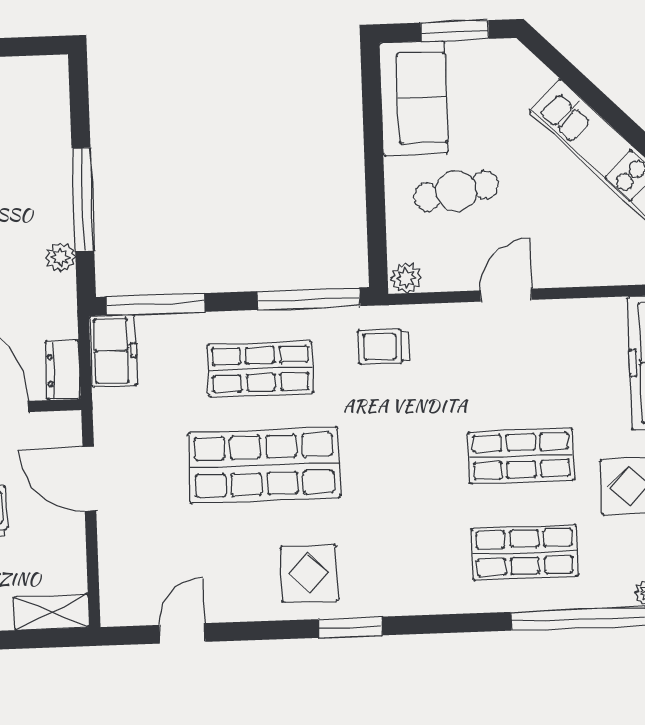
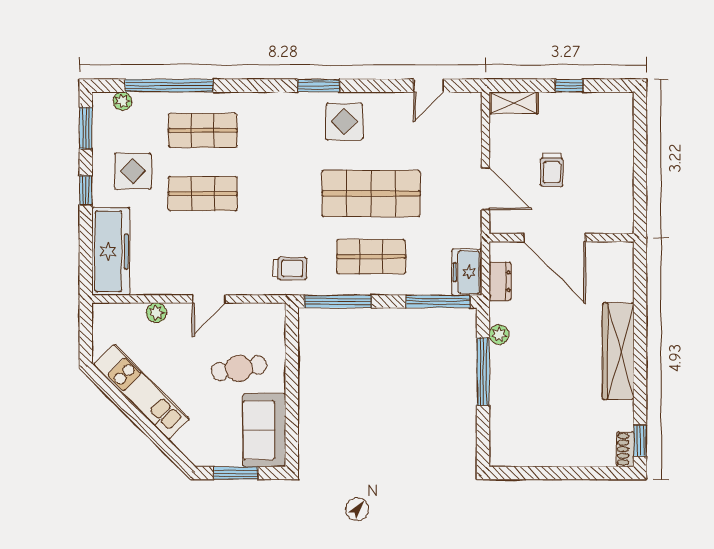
plant: (406, 278) -> (156, 313), moved
dresser: (63, 370) -> (500, 281), moved

